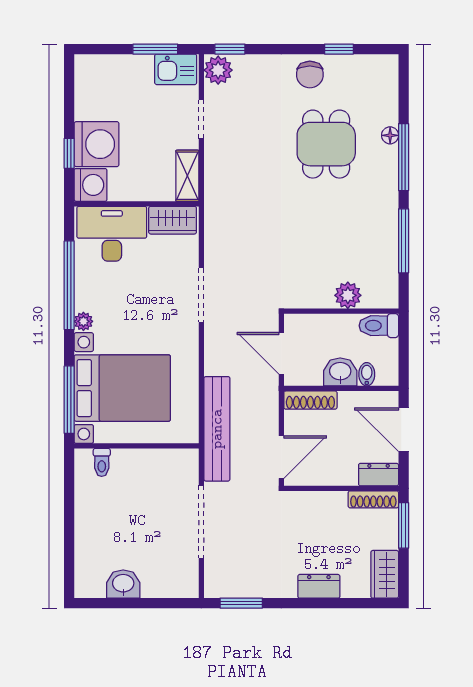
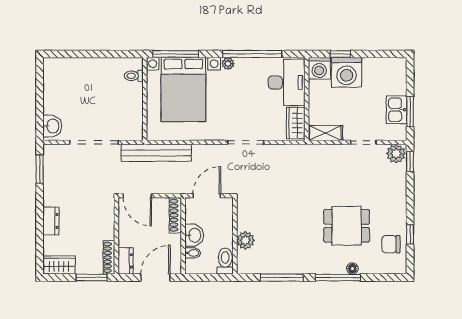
kitchen sink: (176, 69) -> (397, 110), moved
chair: (310, 75) -> (391, 244), moved
washbasin: (123, 584) -> (52, 126), moved

